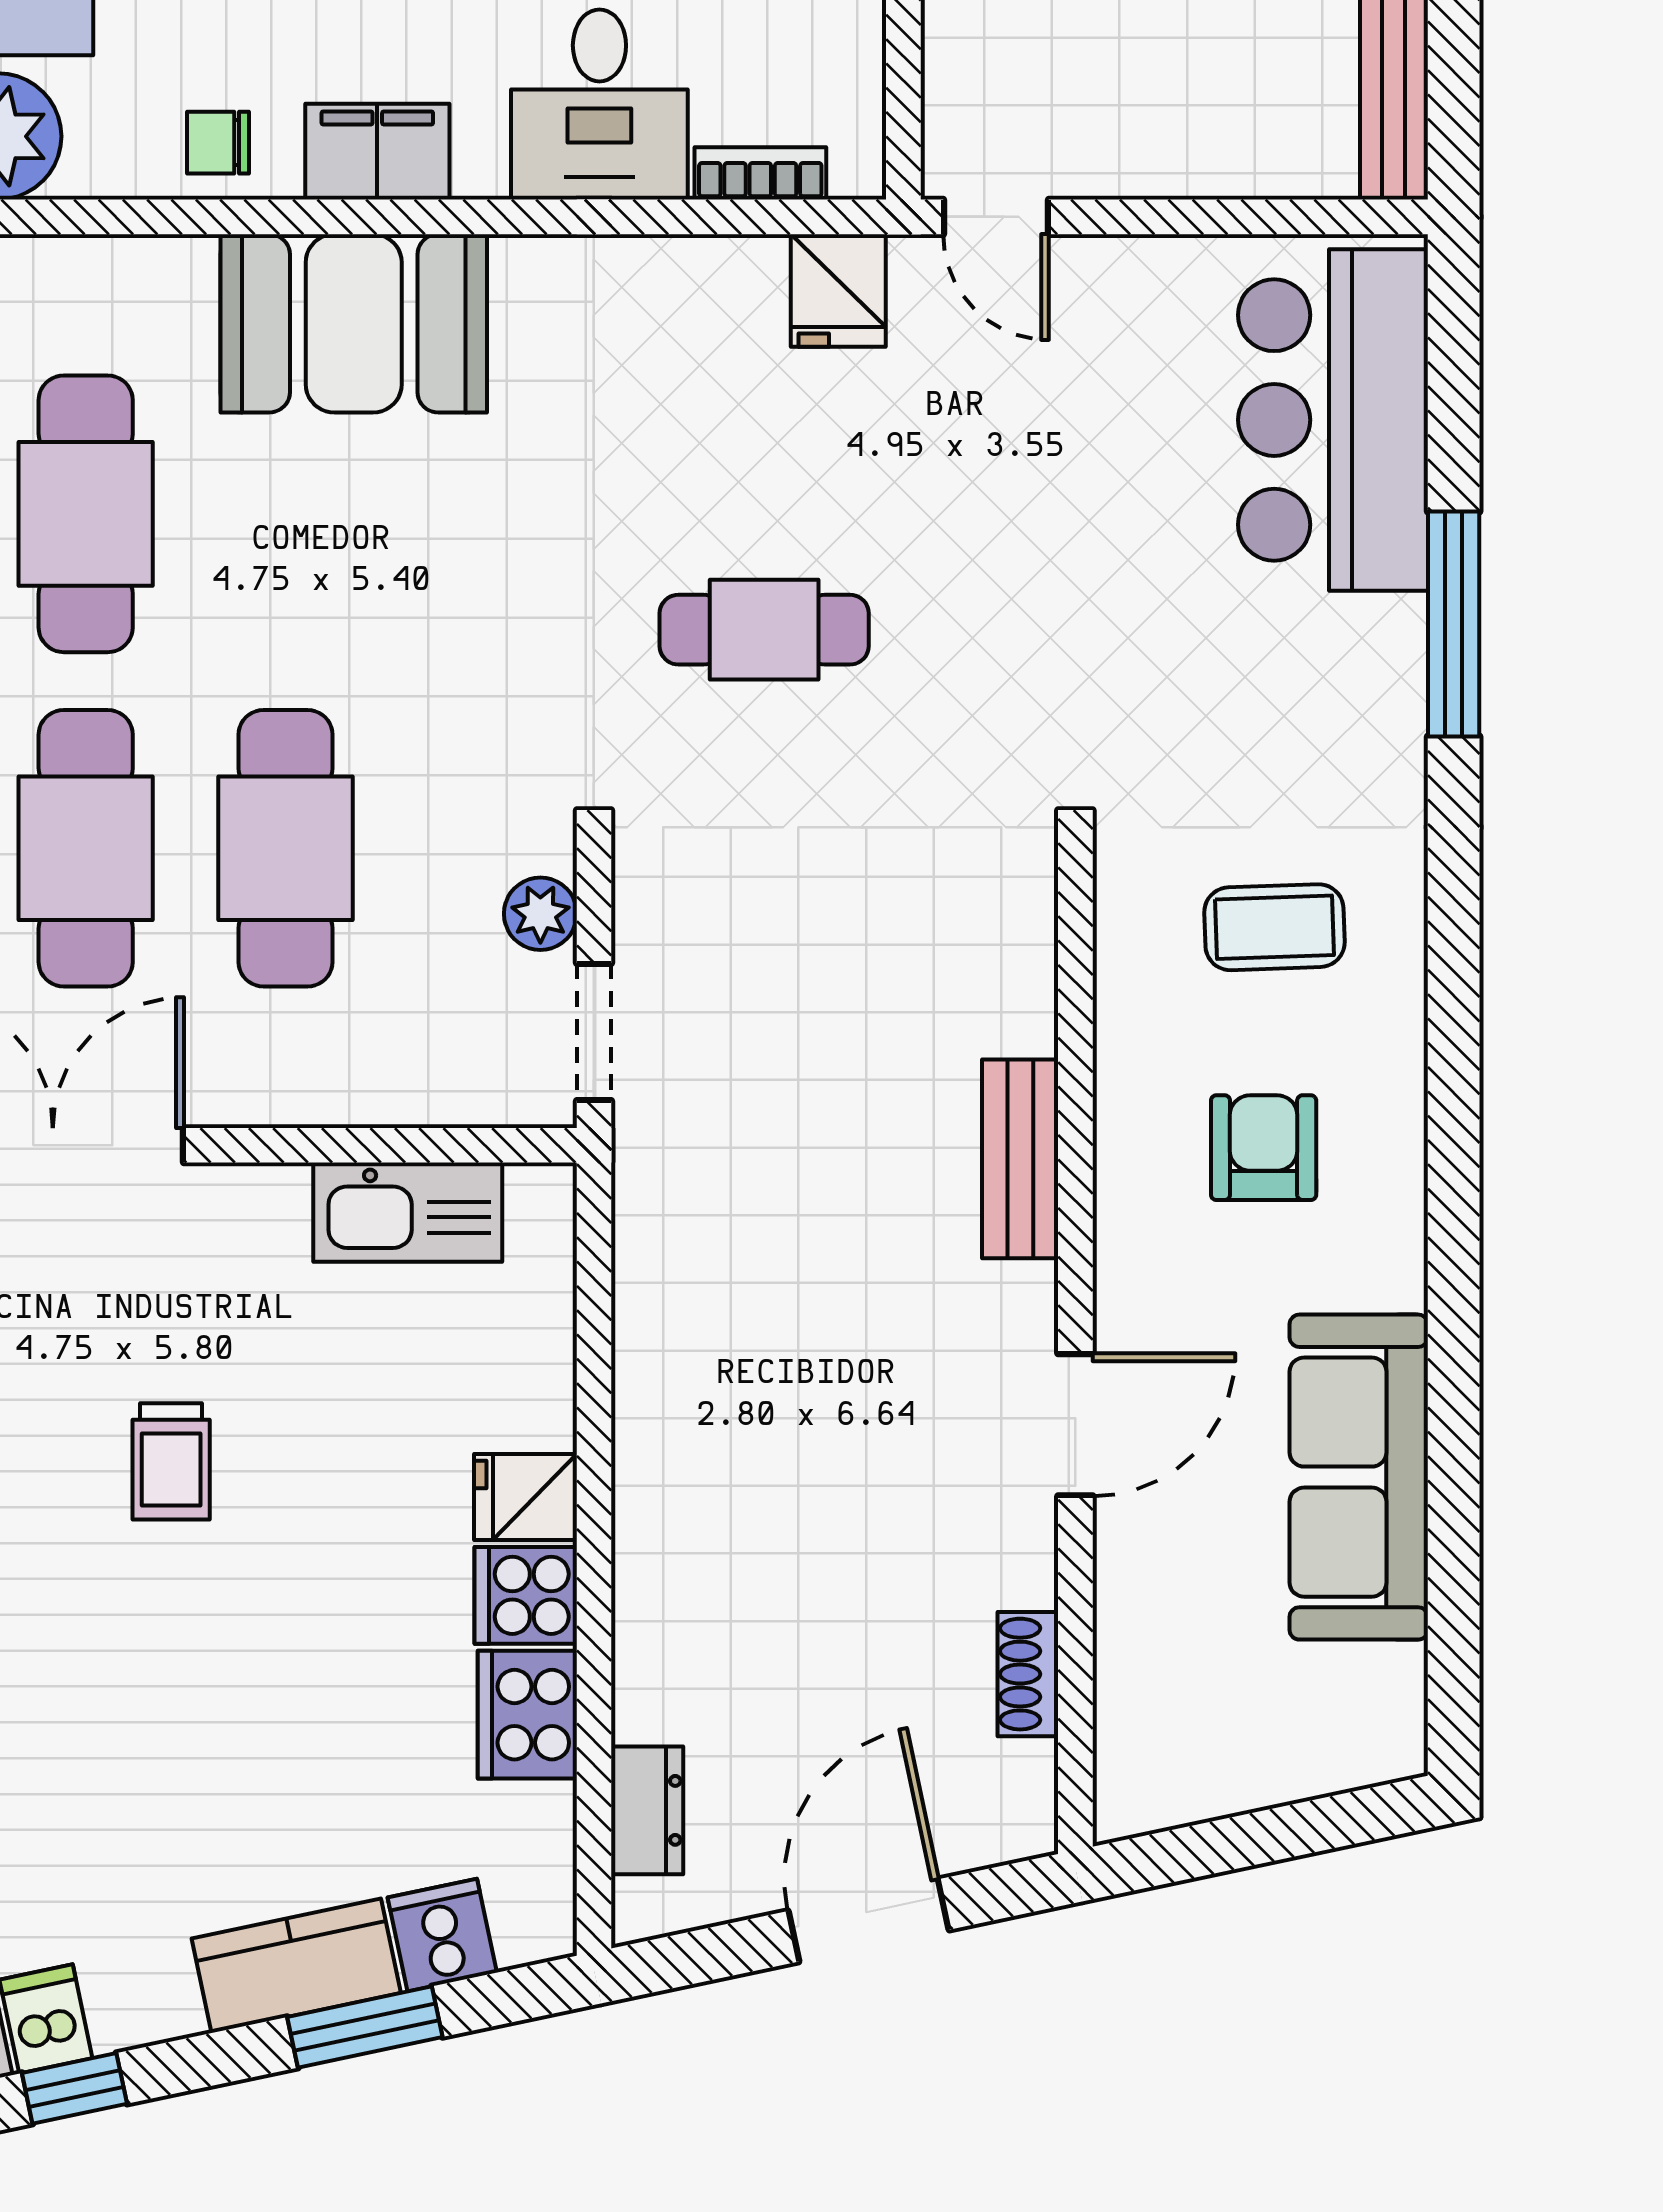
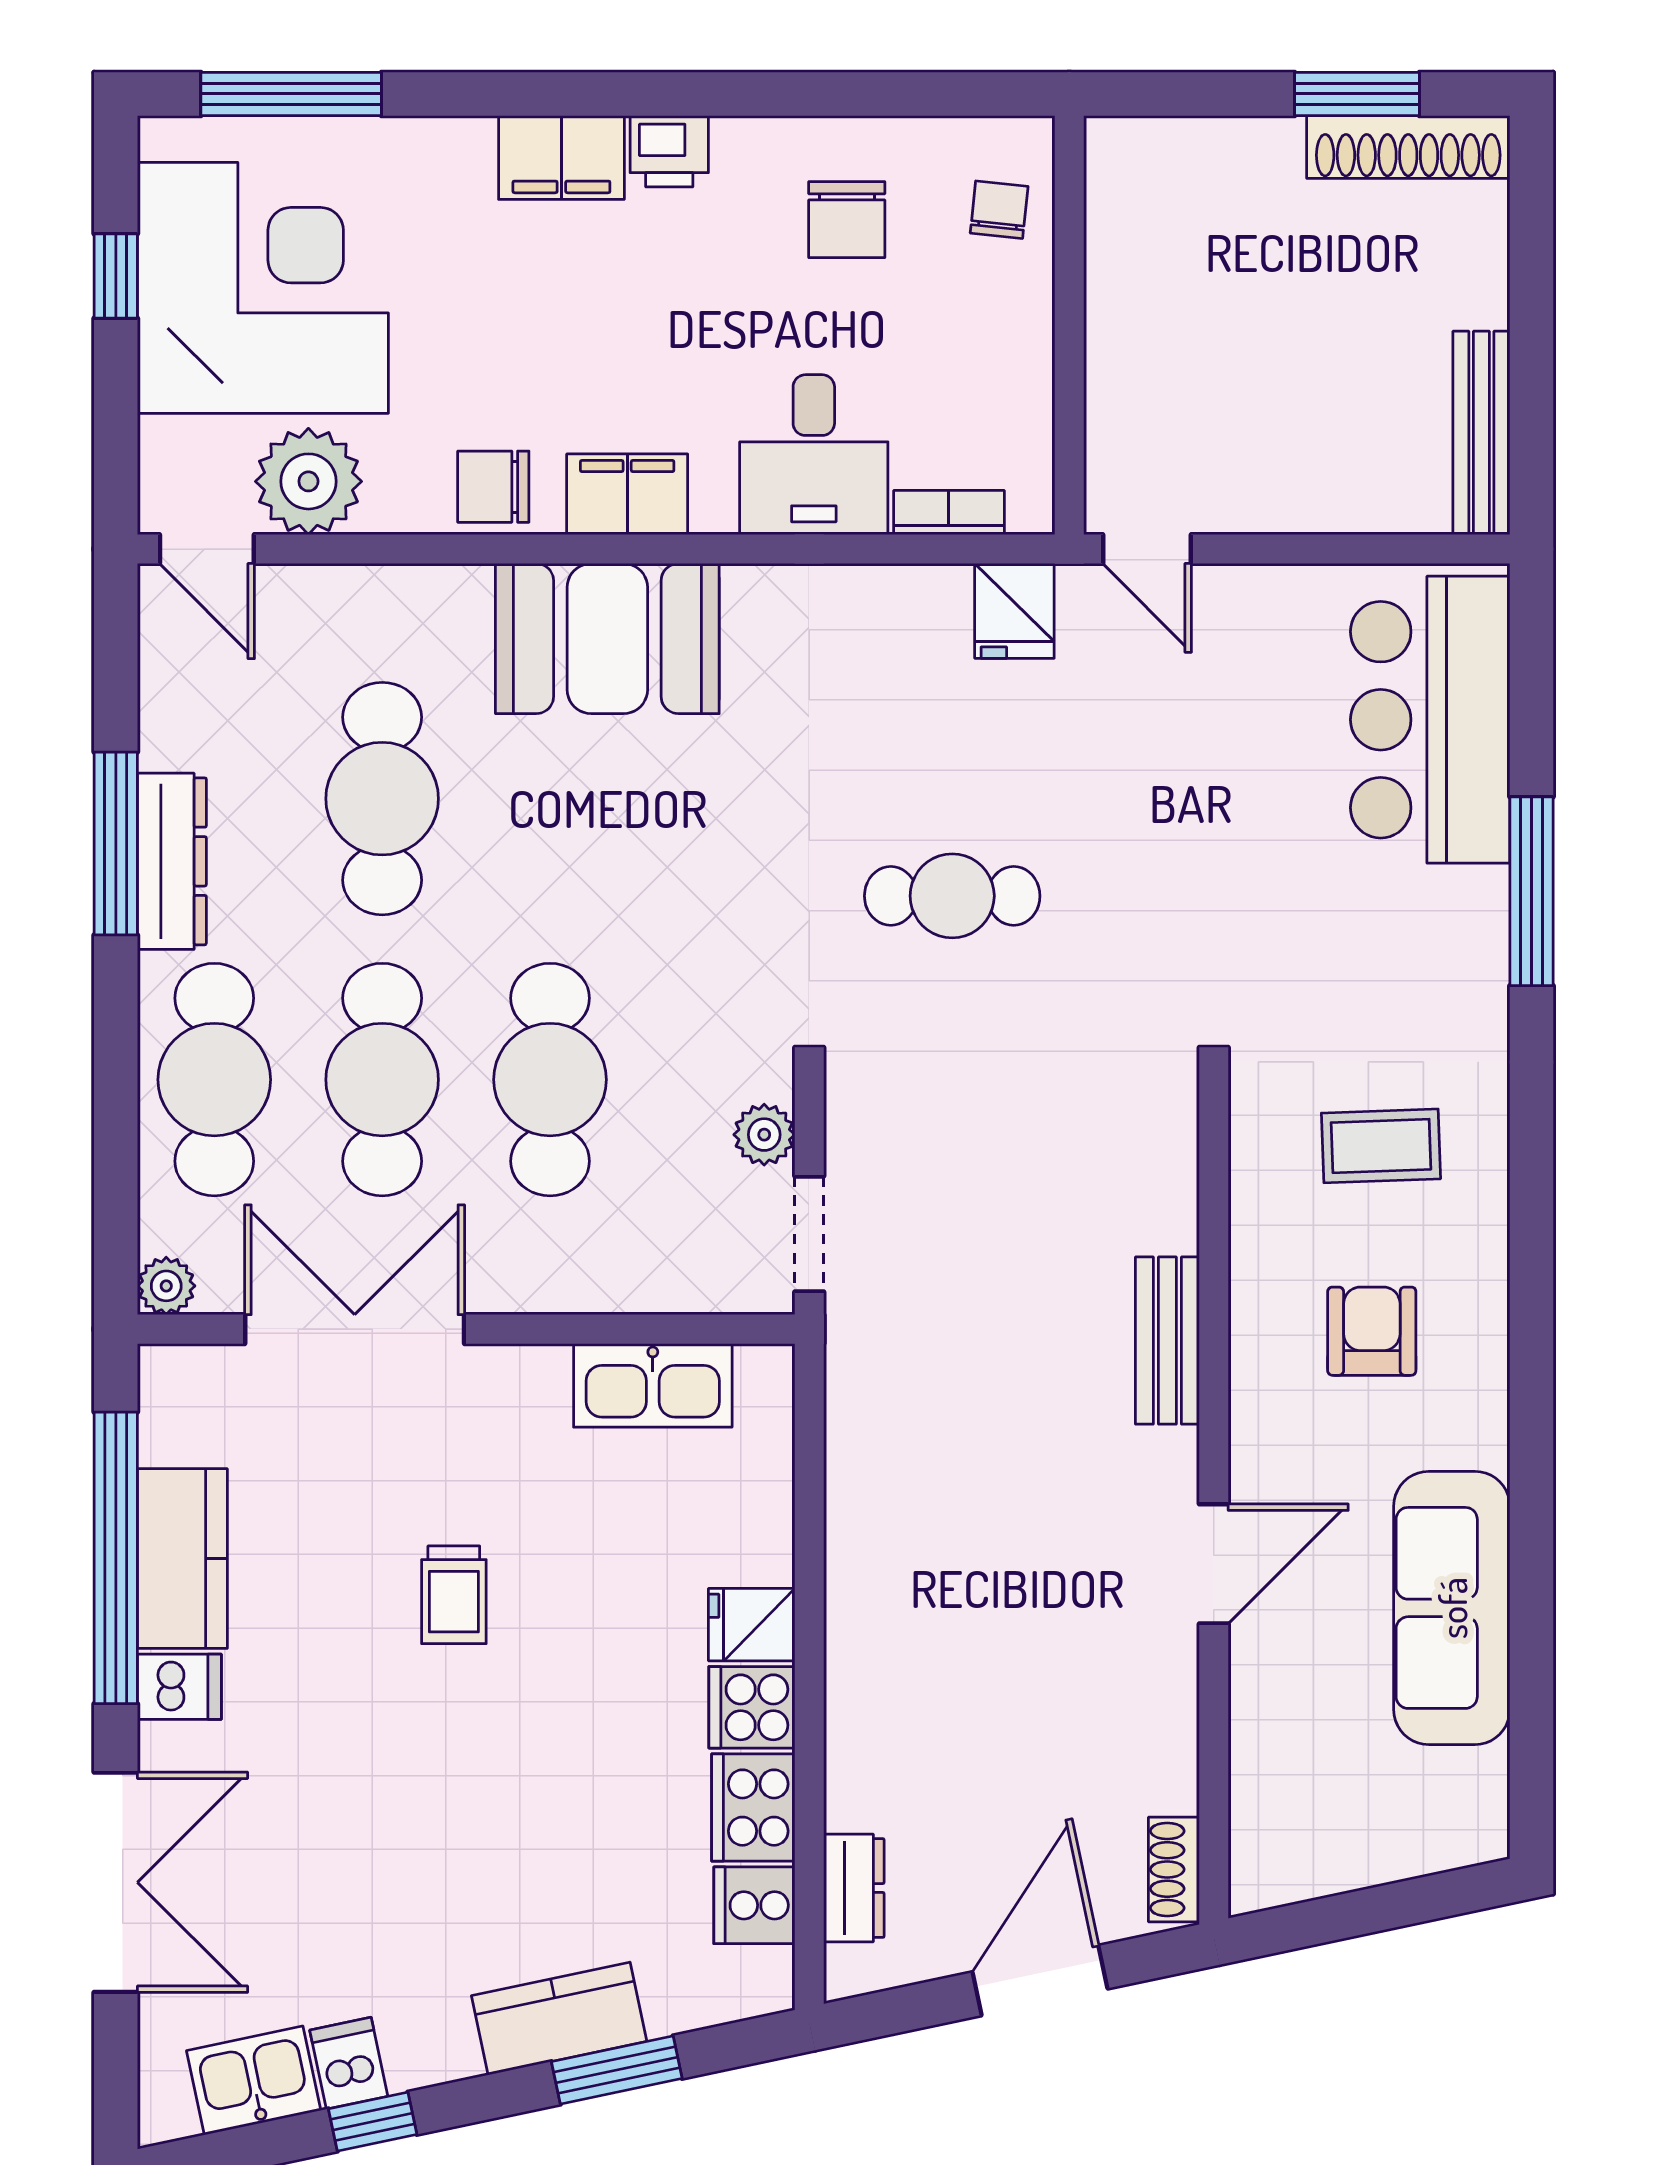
chair: (218, 143) -> (493, 487), width x1.37, depth x1.37
shoe rack: (1028, 1674) -> (1174, 1869), moved
cooker: (442, 1935) -> (754, 1905), moved, turned -78

